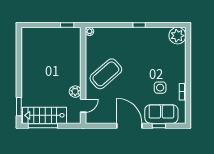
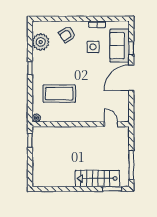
plant: (177, 36) -> (41, 42), moved
armchair: (172, 62) -> (67, 34), added
coffee table: (106, 74) -> (59, 94), moved, turned -49
plant: (75, 92) -> (97, 132), removed
stairs: (44, 115) -> (97, 178), moved, turned 90

